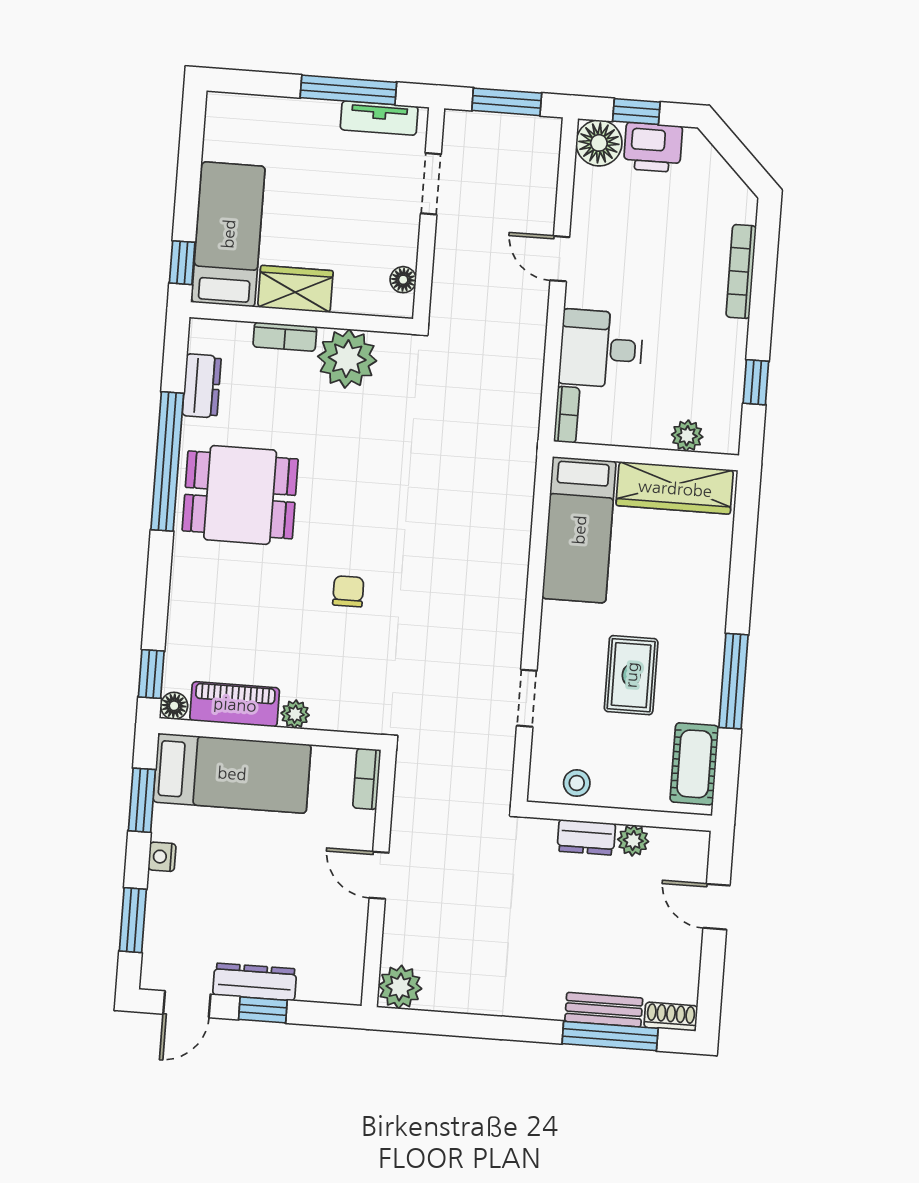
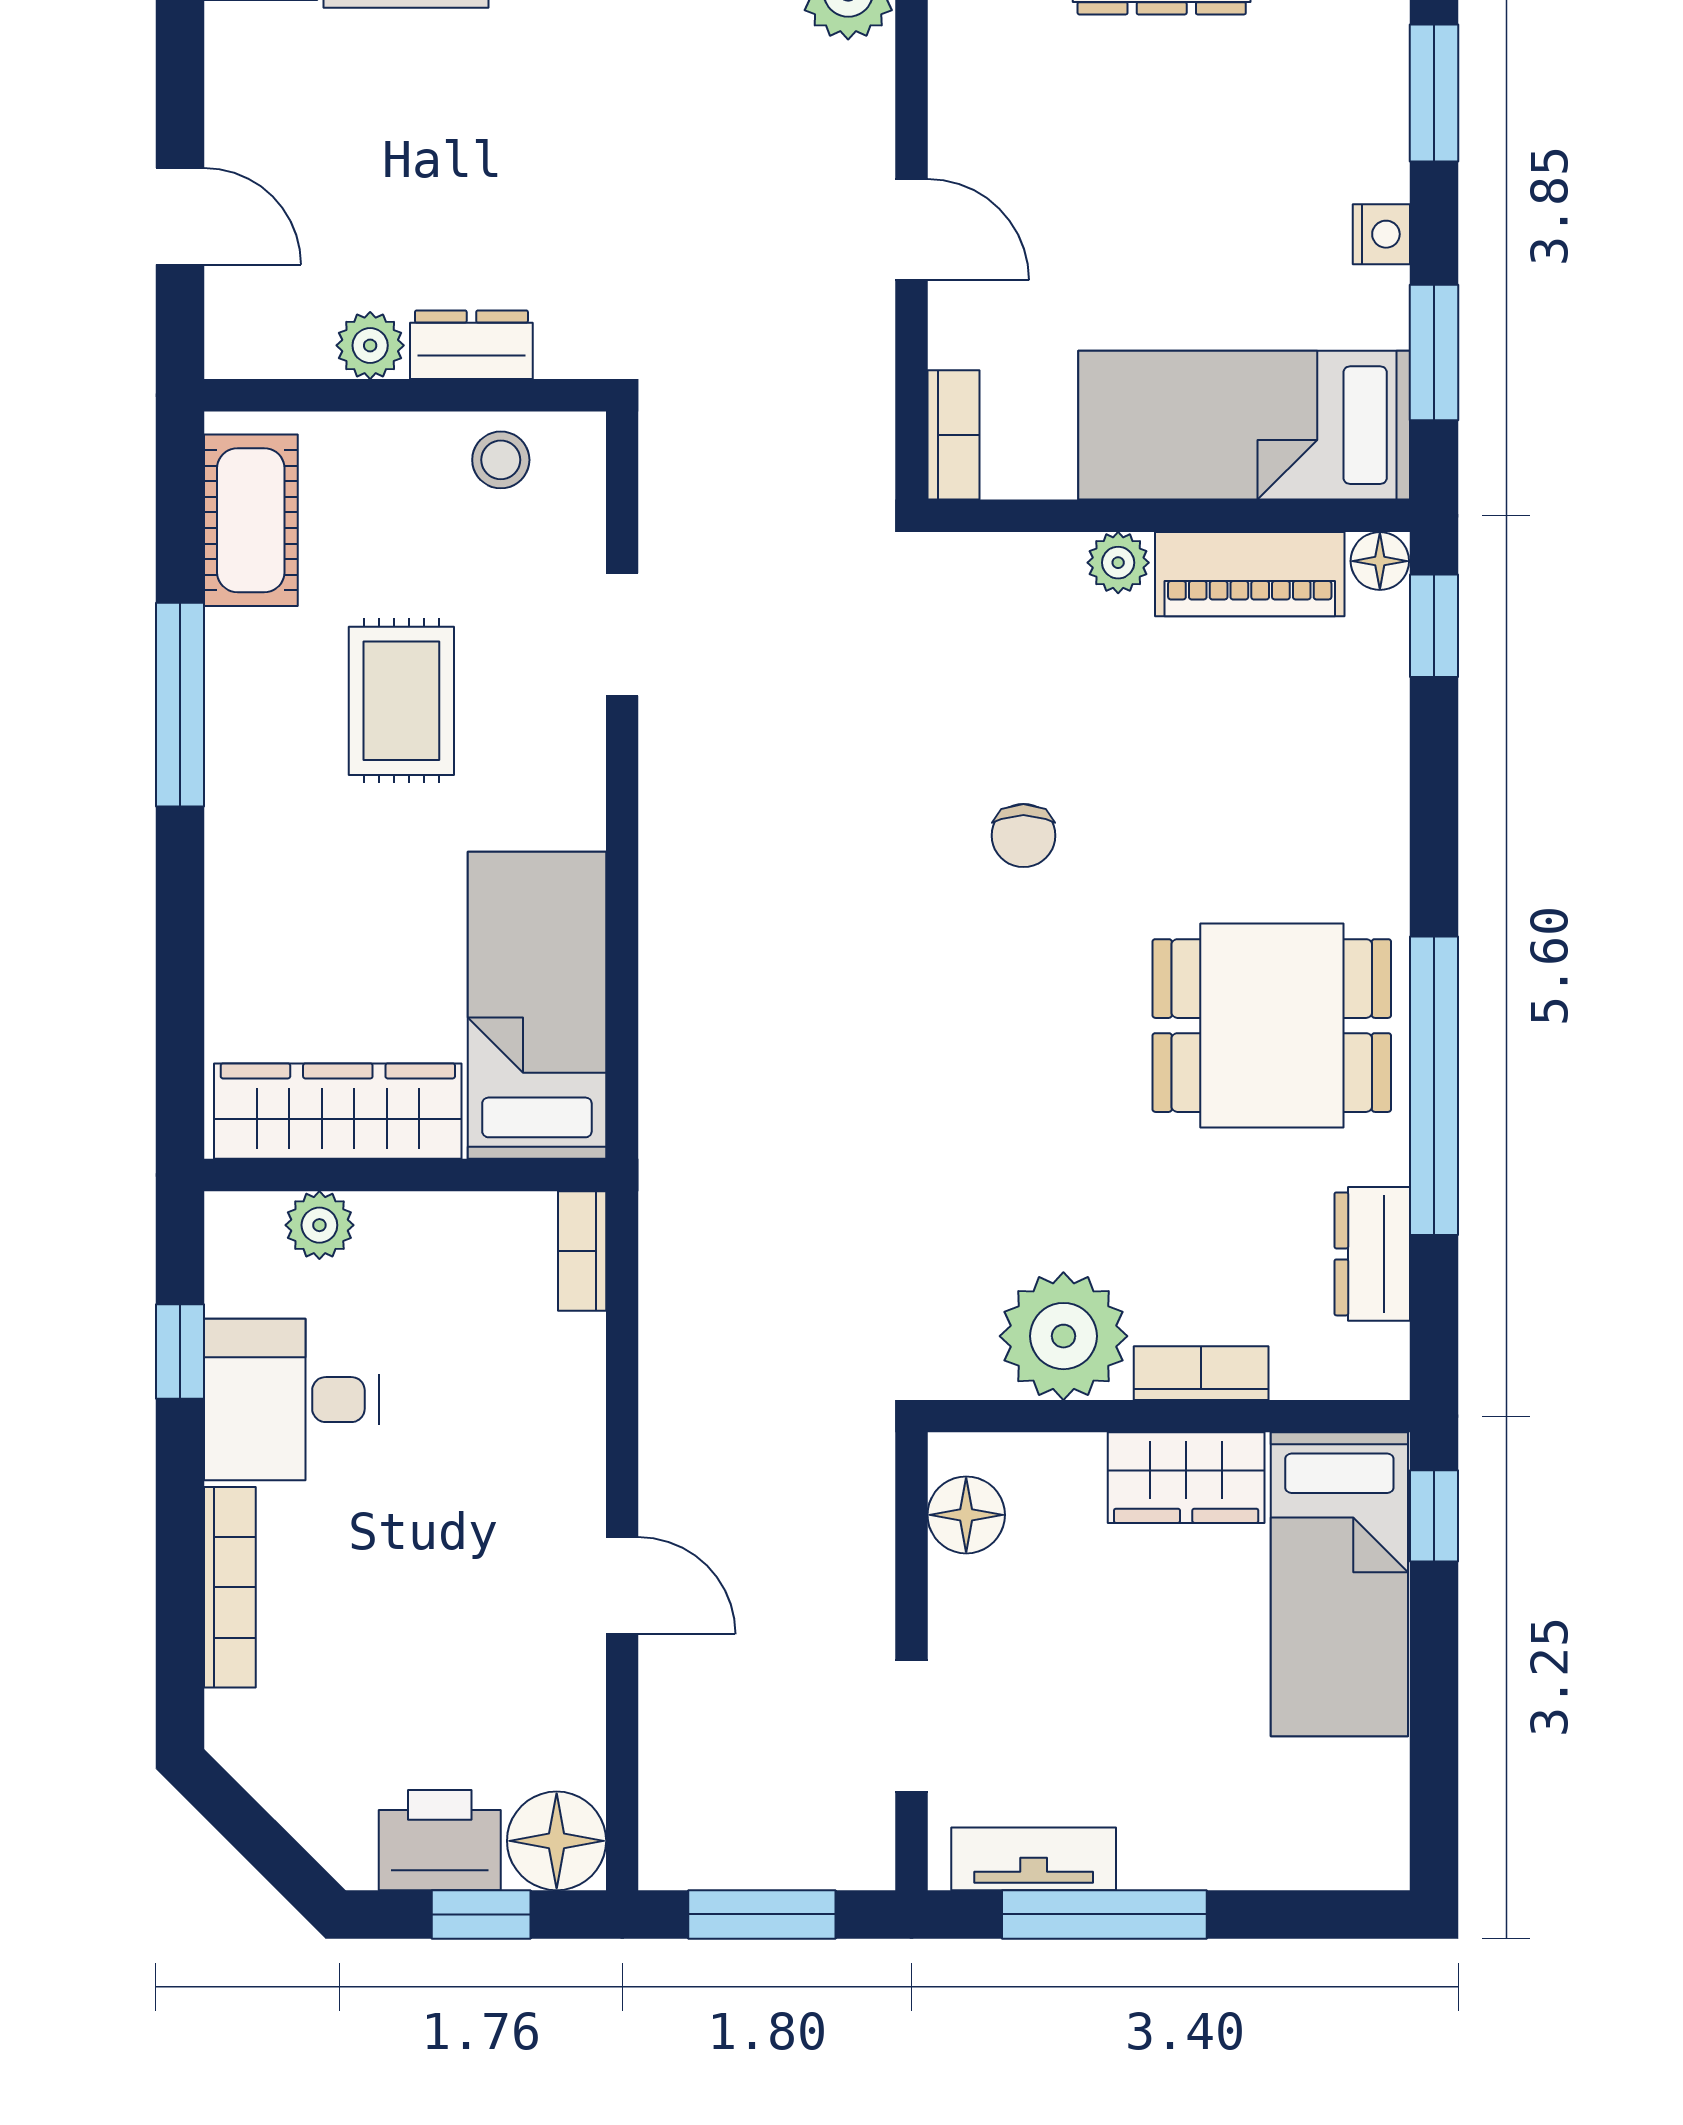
floor lamp: (403, 280) -> (966, 1515), width x1.37, depth x1.37
desk: (601, 349) -> (291, 1400), moved, turned 180

